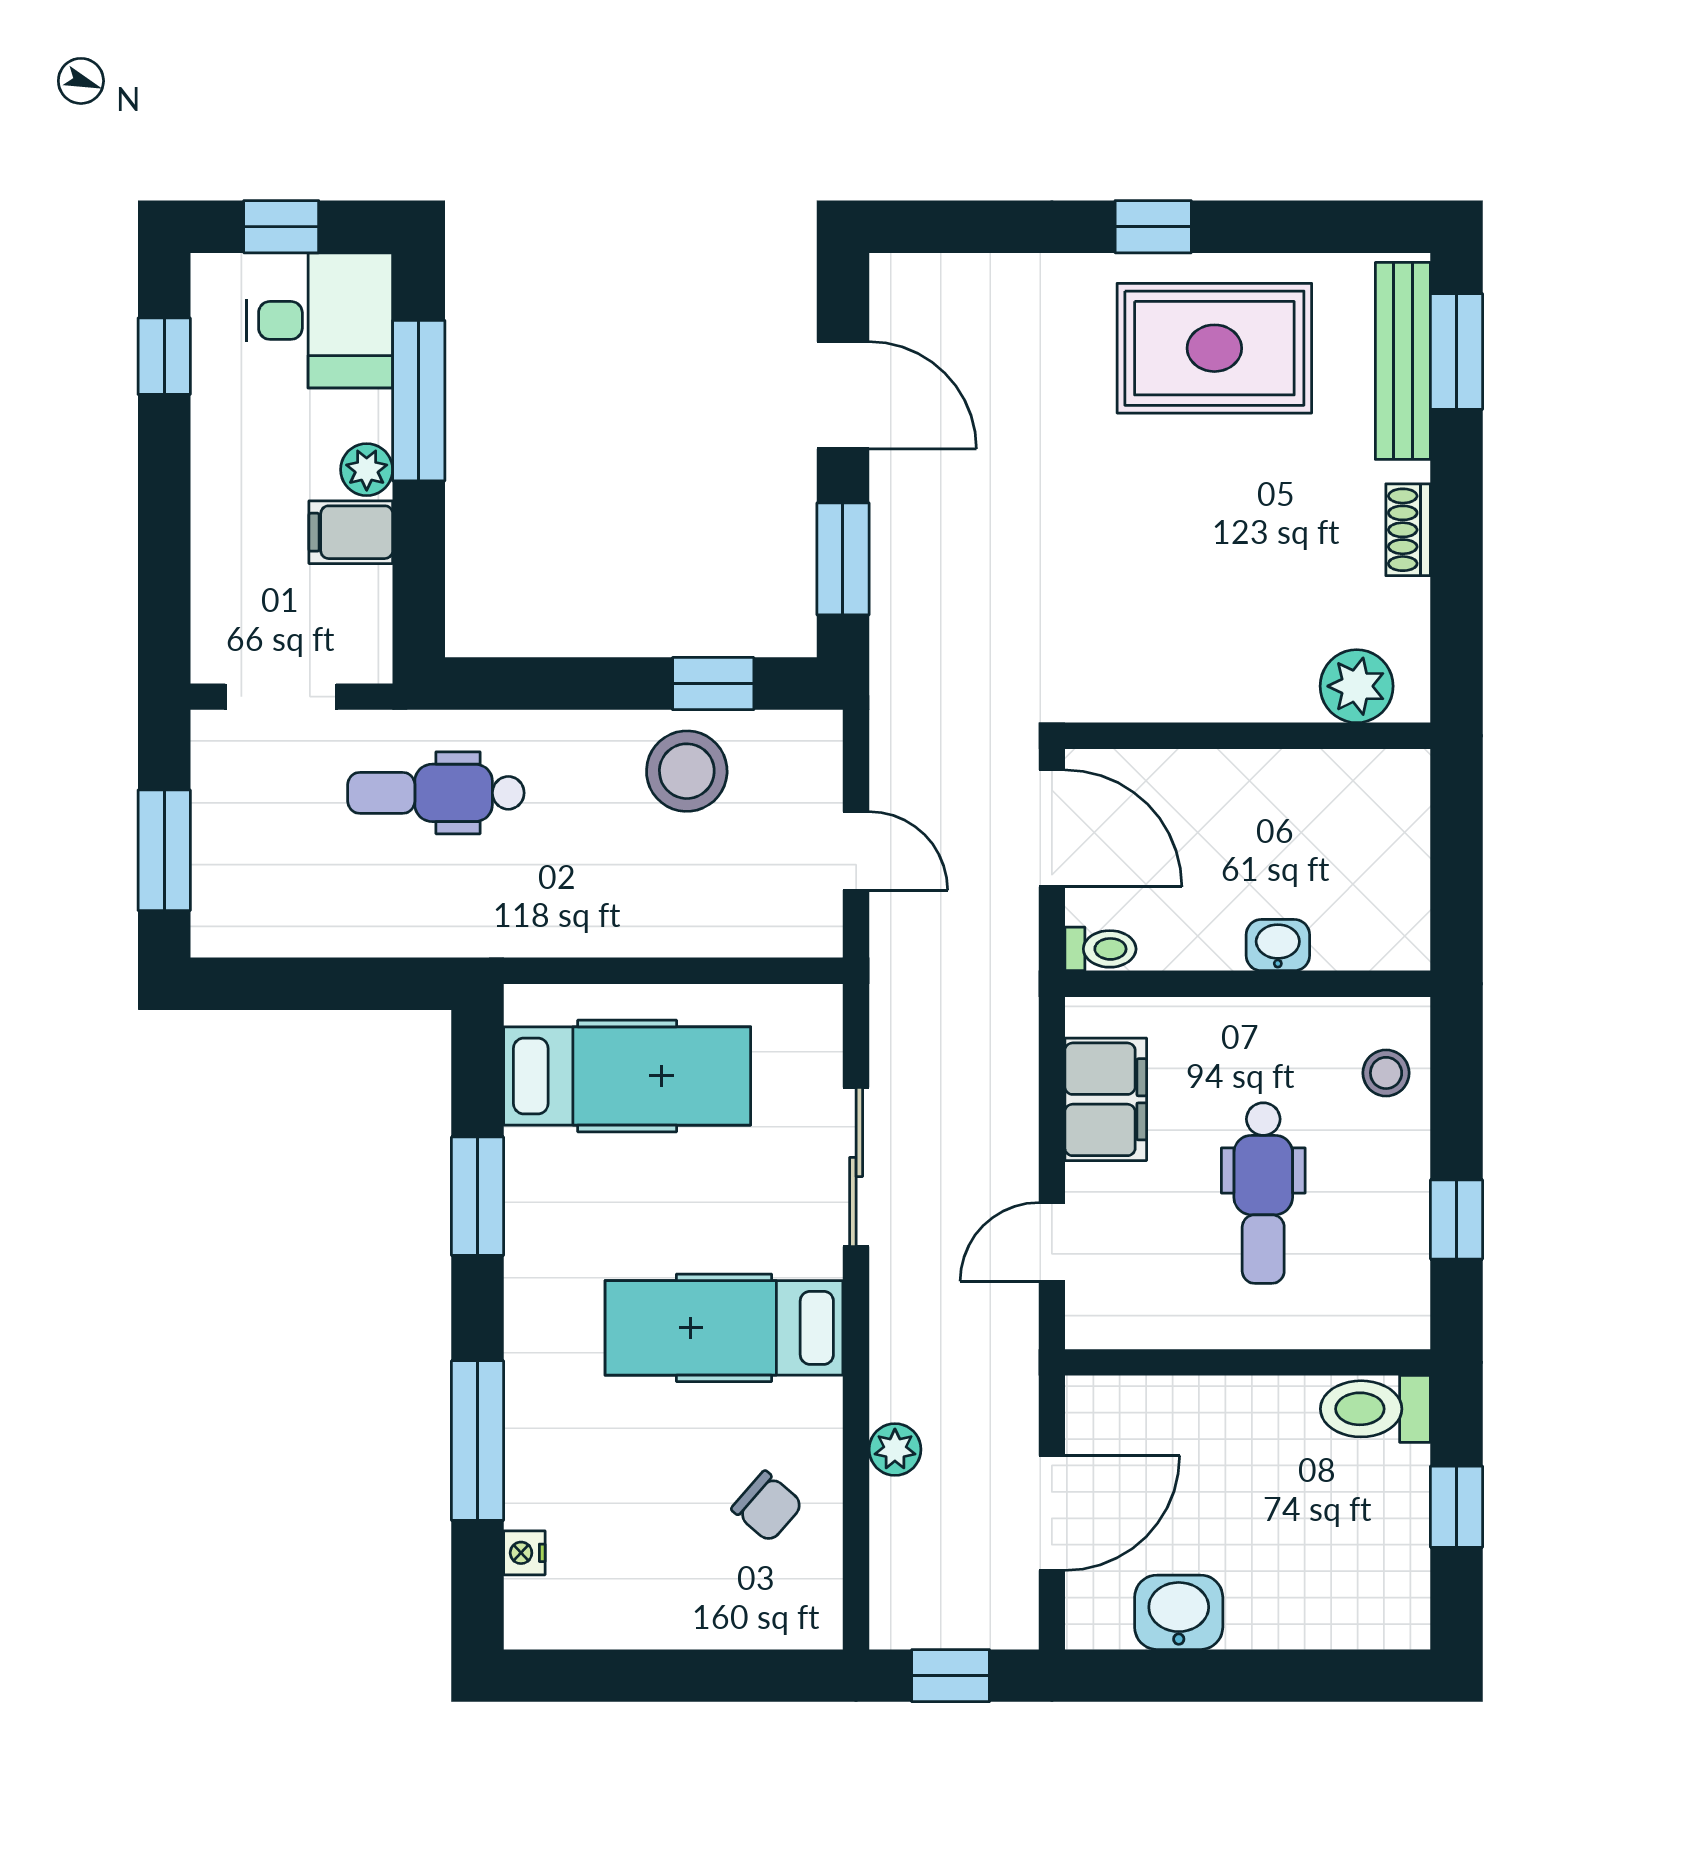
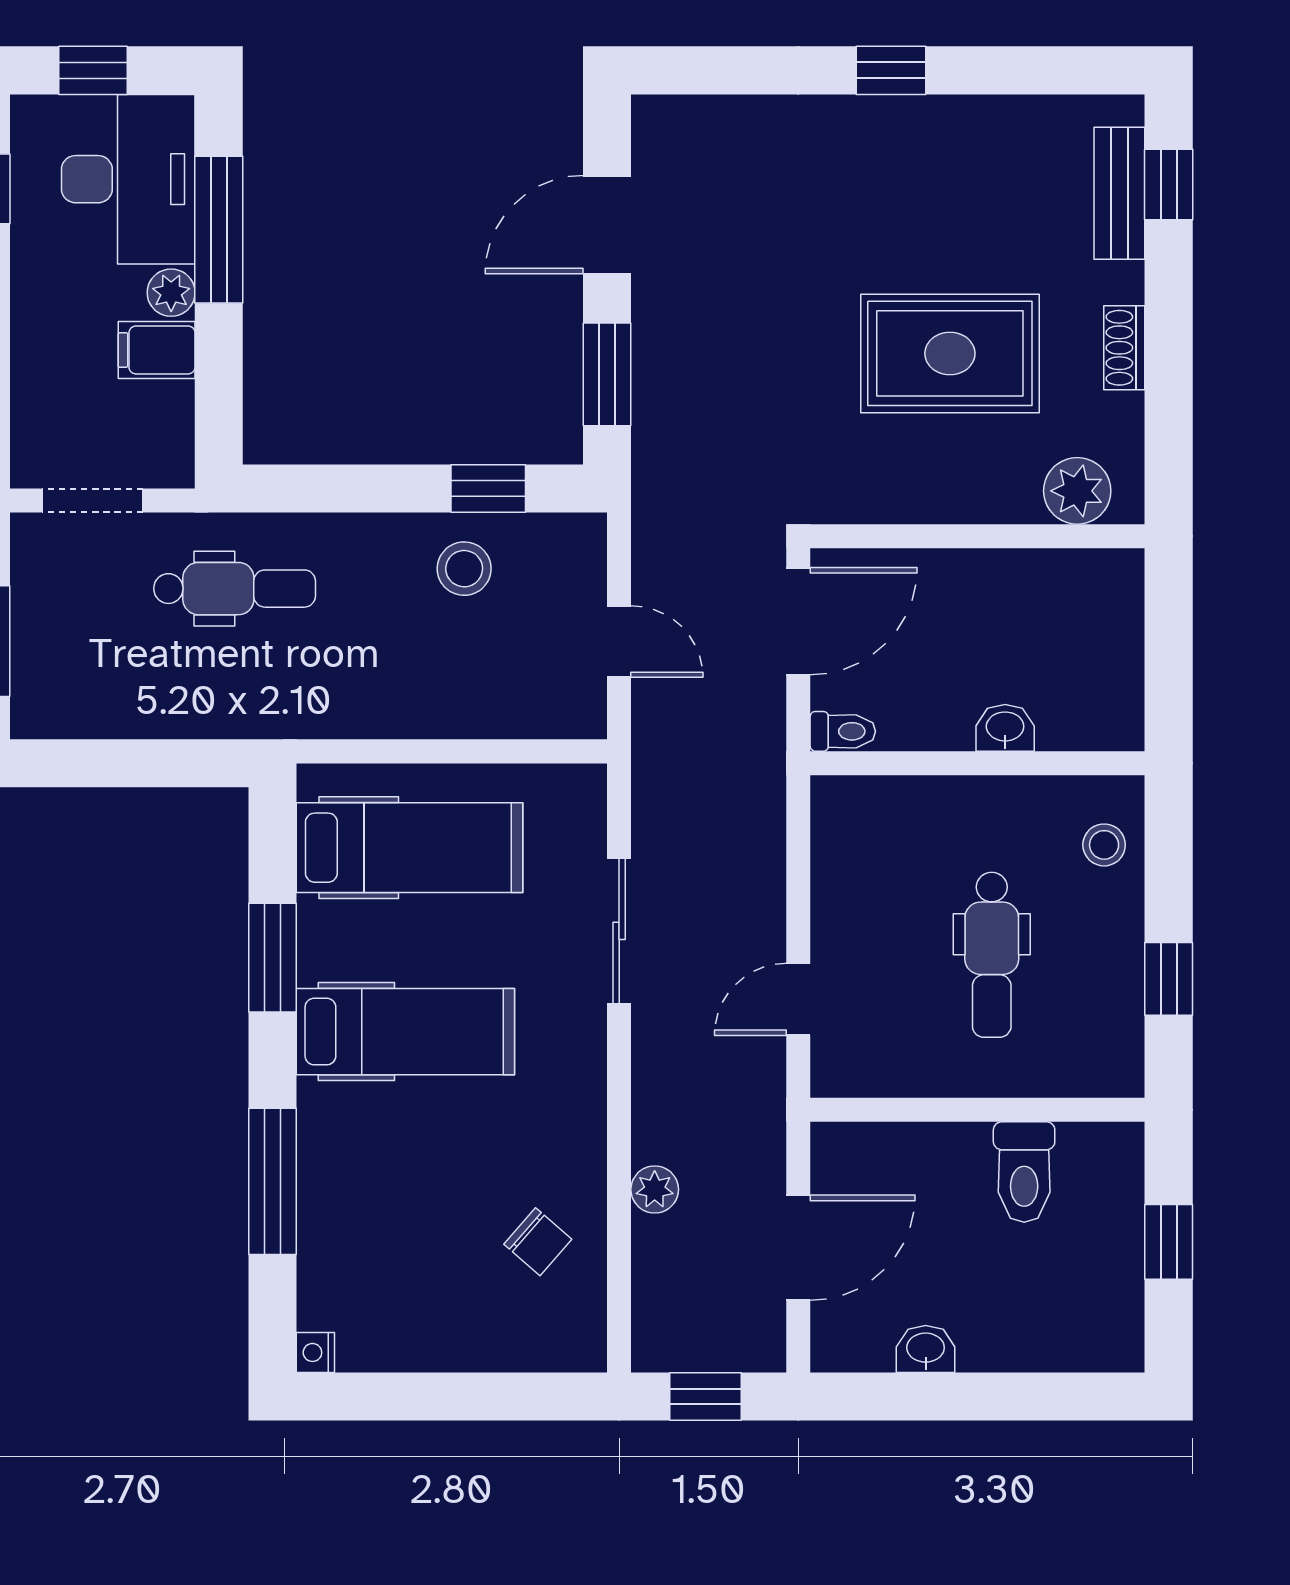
desk: (320, 320) -> (128, 179), width x1.37
rug: (1214, 348) -> (950, 353), moved
window: (1457, 351) -> (1169, 185), width x0.67
bench: (1403, 361) -> (1119, 193), width x0.73
door: (843, 395) -> (607, 225), swing flipped
stool: (687, 771) -> (464, 569), width x0.73, depth x0.73
dental chair: (436, 793) -> (235, 589), turned 180
door: (1052, 828) -> (798, 621), hinge flipped
filing cabinet: (1106, 1099) -> (848, 869), removed
hospital bed: (724, 1328) -> (405, 1032), moved, turned 180
toilet: (1375, 1409) -> (1024, 1172), moved, turned -90
nightstand: (524, 1553) -> (315, 1352), moved
washbasin: (1179, 1612) -> (926, 1349), width x0.72, depth x0.69

